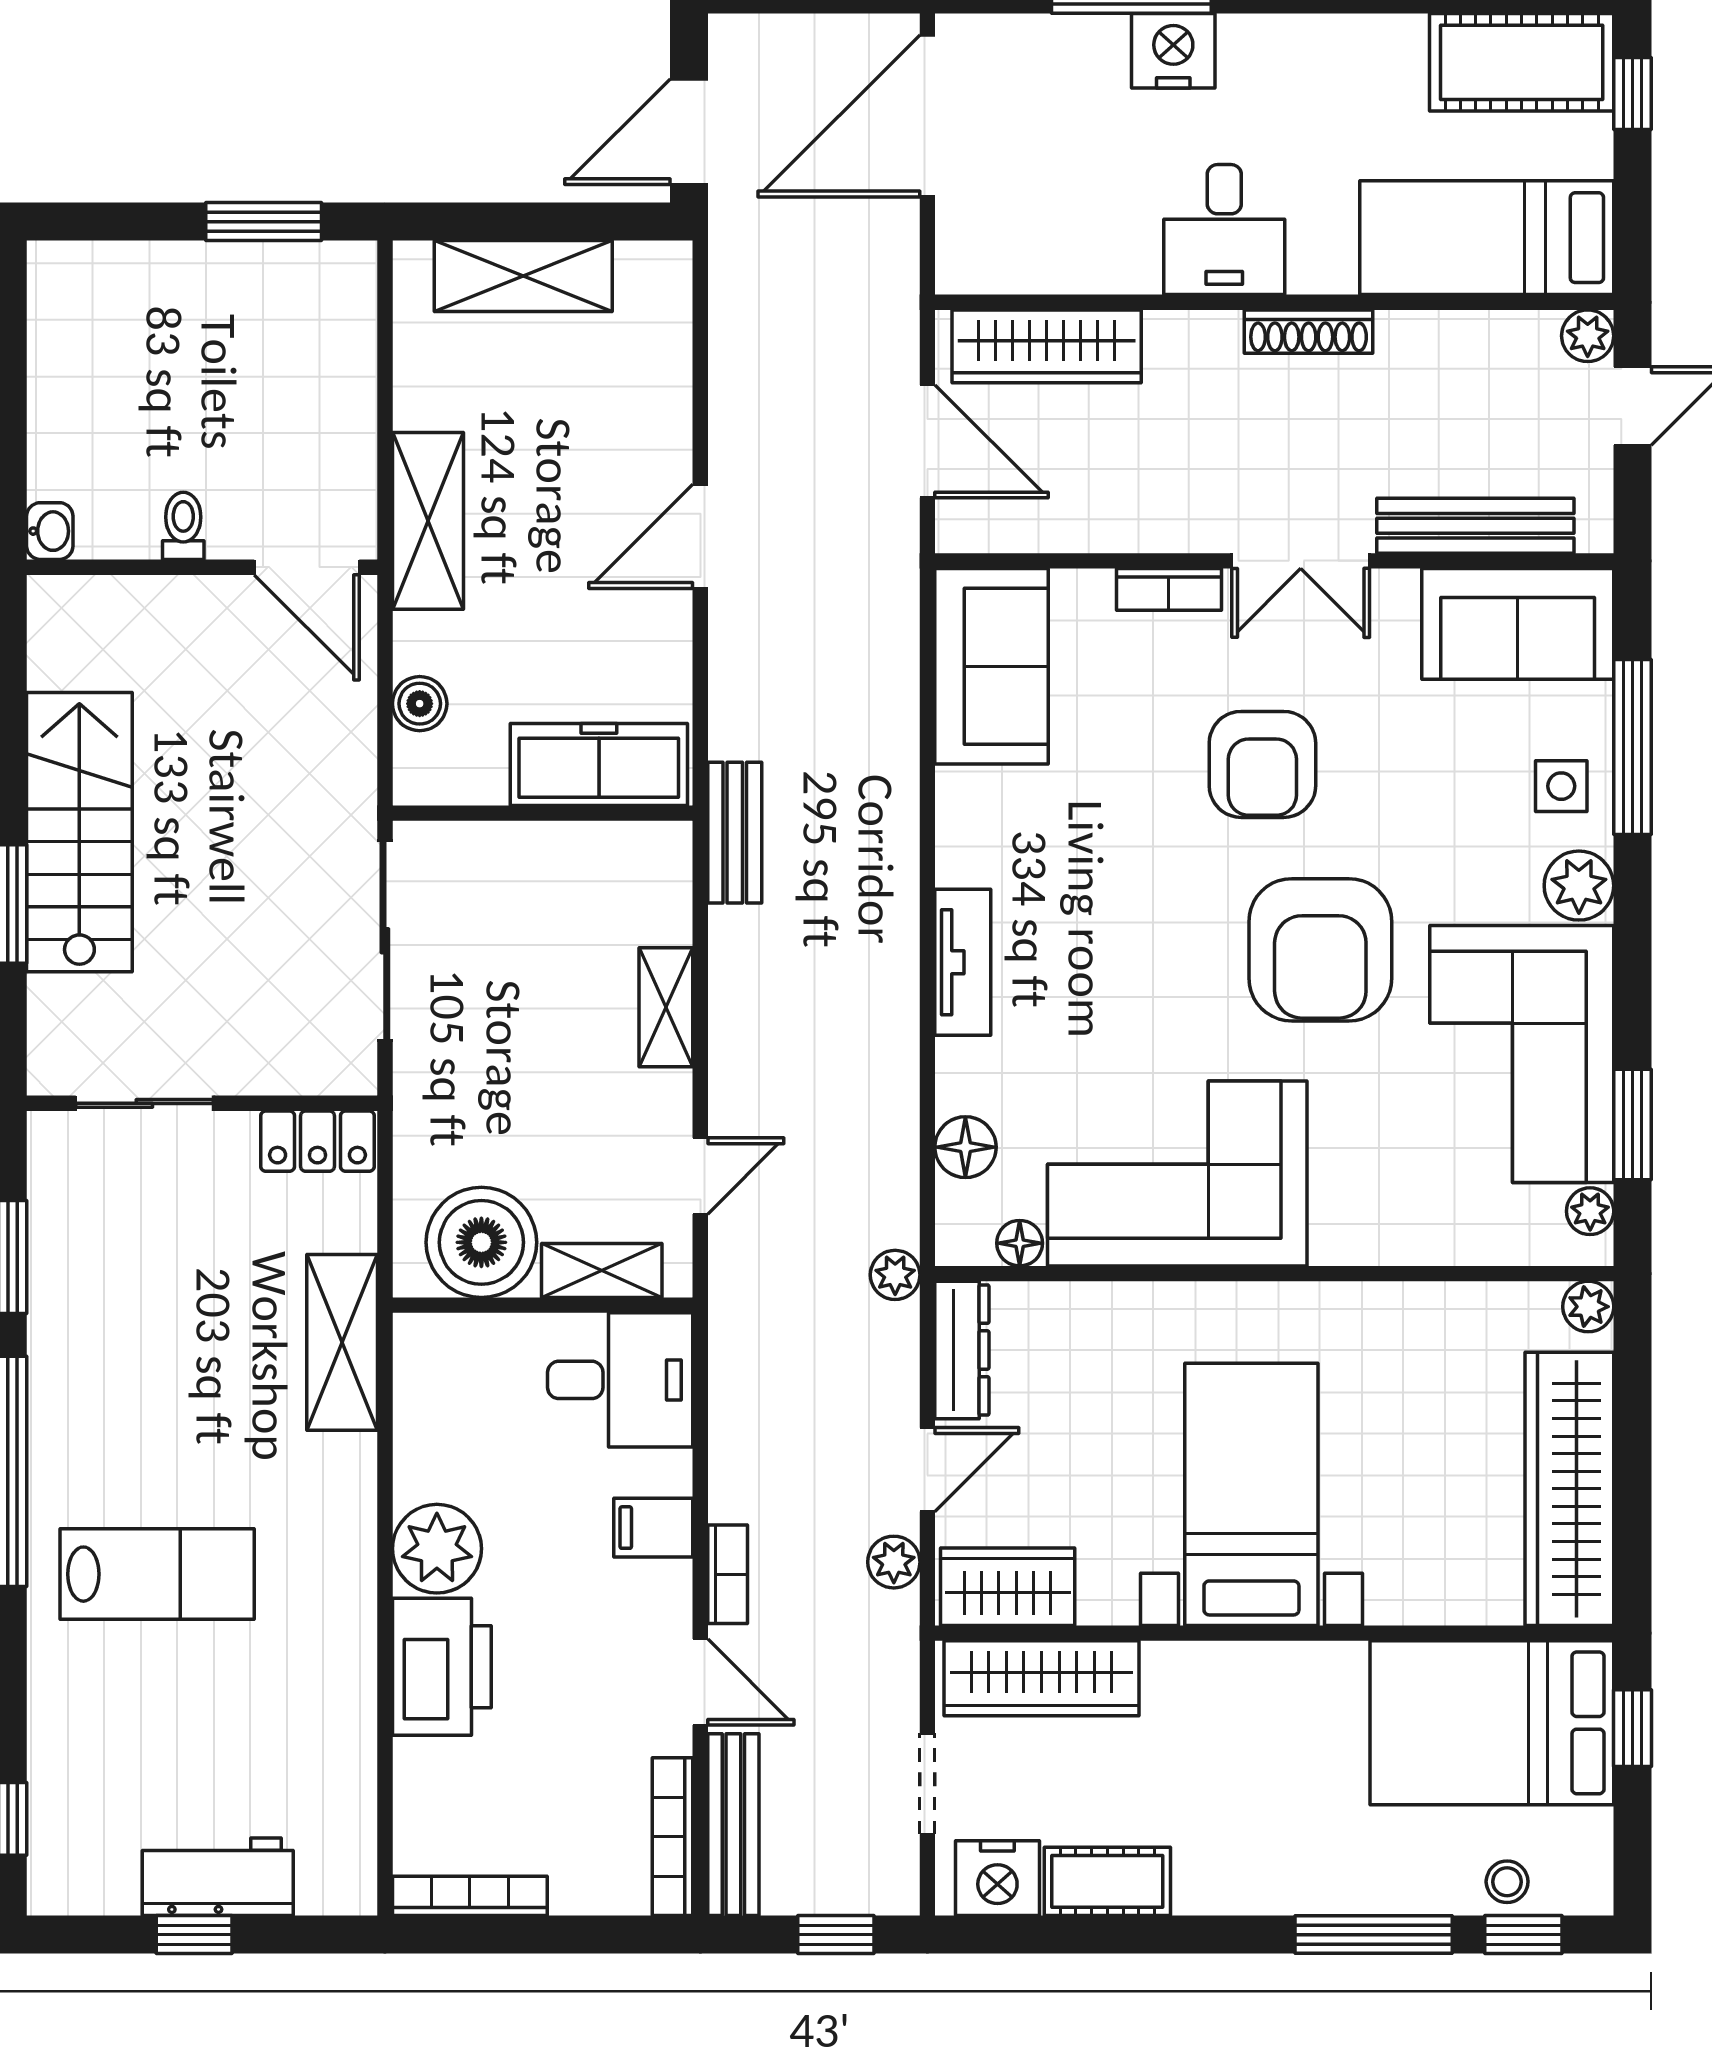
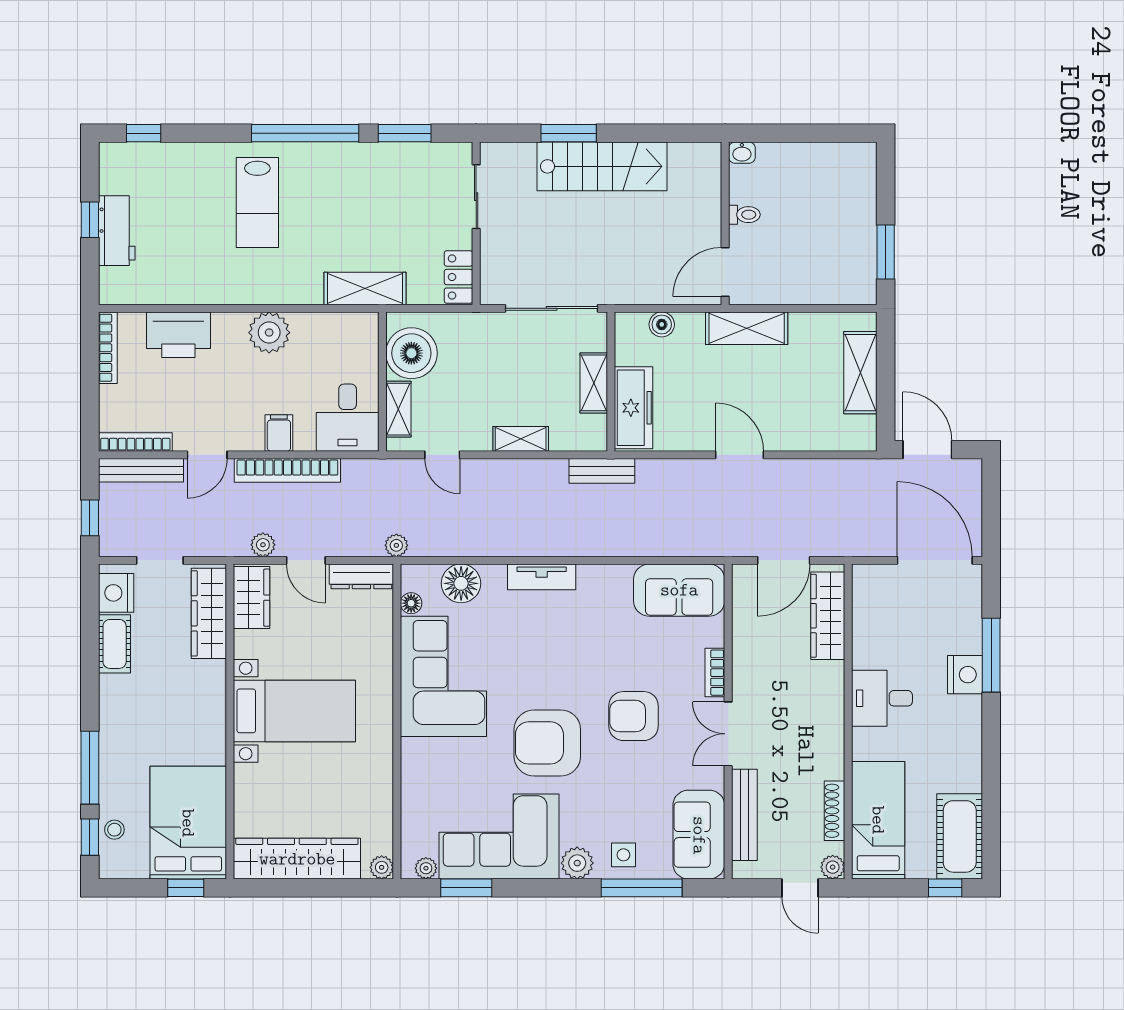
shoe rack: (1309, 332) -> (835, 811), moved
shelving: (546, 850) -> (594, 383), added
floor lamp: (965, 1147) -> (461, 583), width x1.38, depth x1.38
bookcase: (728, 1574) -> (287, 470), width x2.31, depth x1.31
printer: (442, 1667) -> (178, 335), moved

